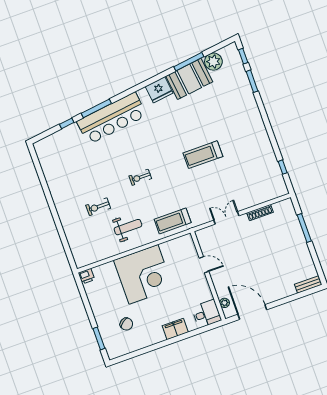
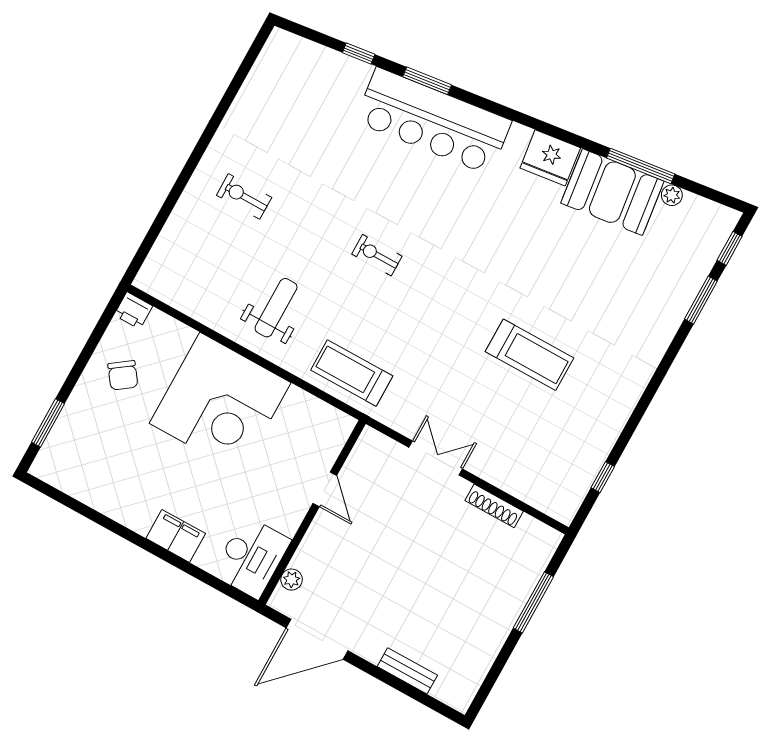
plant: (213, 62) -> (672, 195), width x0.53, depth x0.53
window: (96, 108) -> (427, 81), width x0.69
treadmill: (203, 155) -> (530, 355), moved, turned 180
exercise bike: (98, 207) -> (244, 196), moved
weight bench: (128, 227) -> (276, 308), turned -90
bench: (308, 284) -> (407, 671), moved
door: (252, 312) -> (317, 639), swing flipped
desk: (206, 314) -> (251, 557), width x1.37
chair: (126, 324) -> (123, 375), moved

